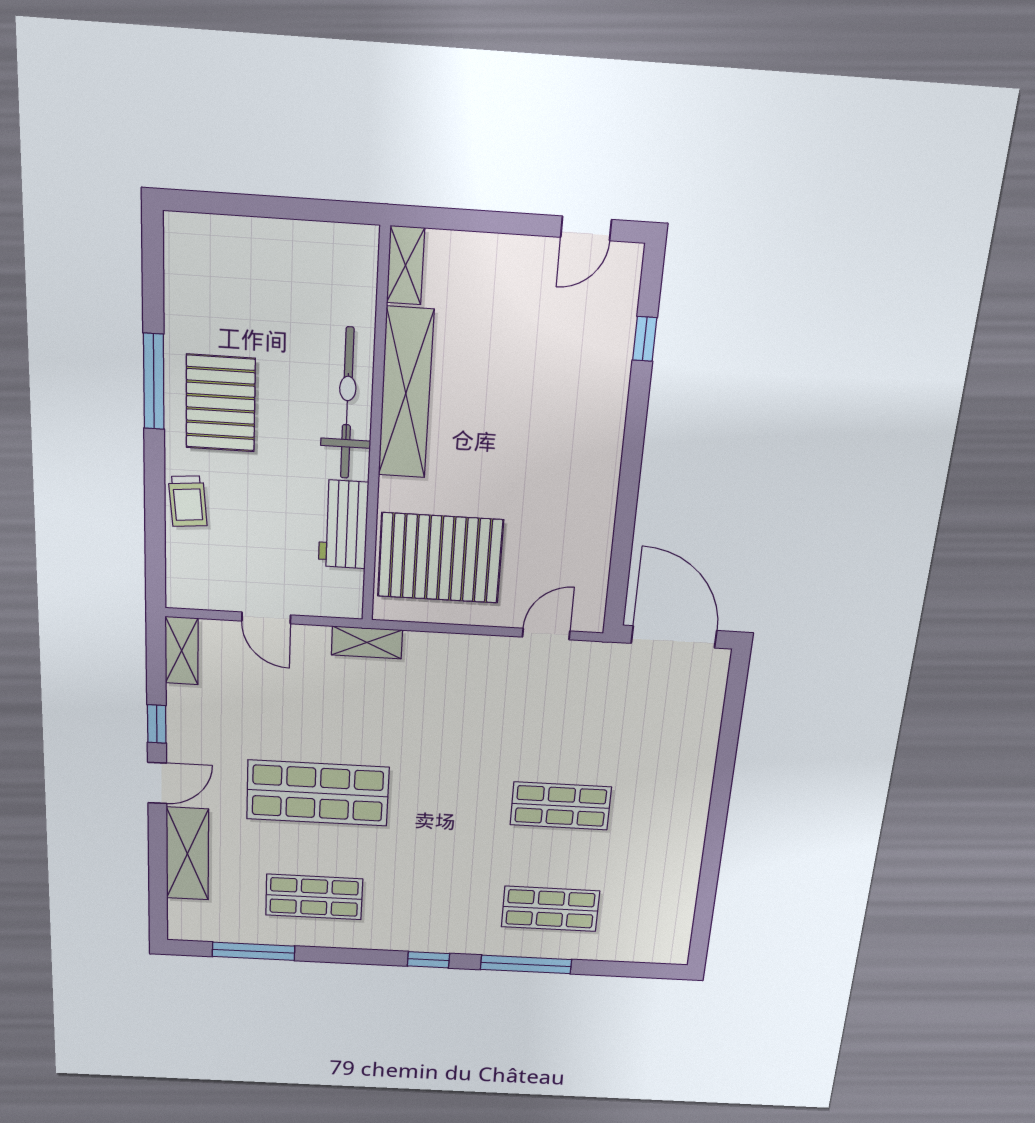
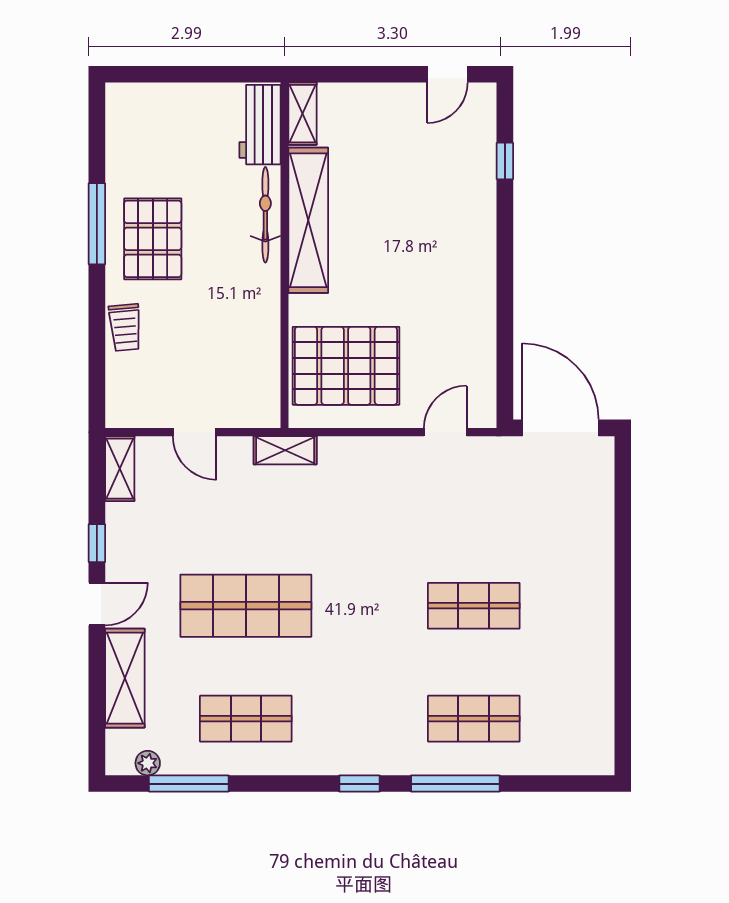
bicycle: (347, 404) -> (265, 215), width x0.73, depth x0.71
workbench: (343, 524) -> (260, 125), moved
plant: (211, 931) -> (148, 763), added

